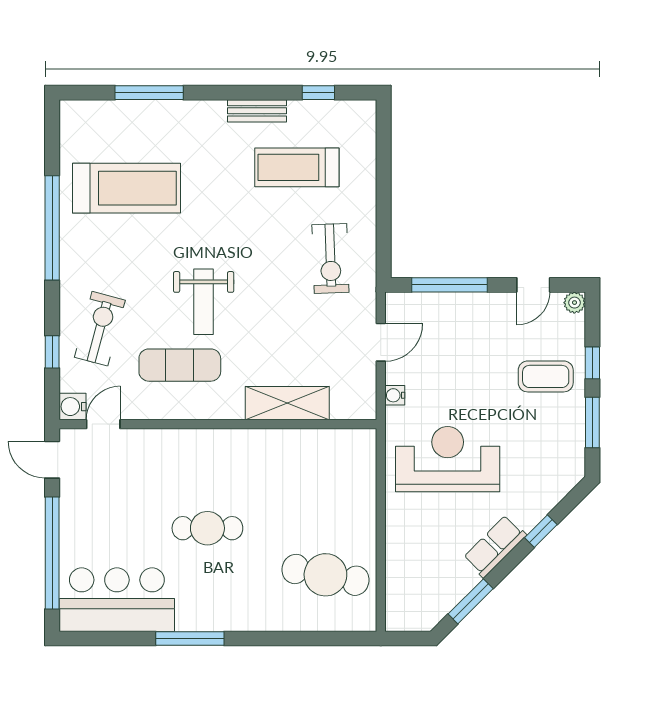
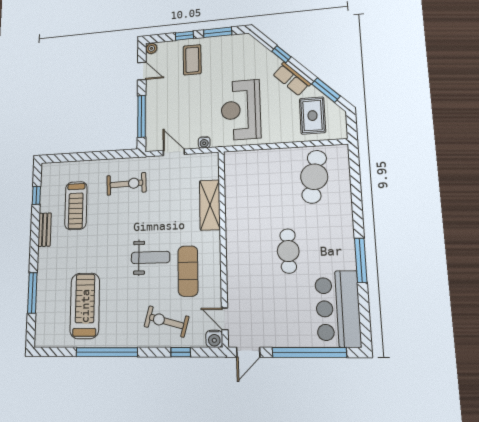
rug: (428, 577) -> (312, 116), added

